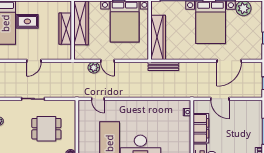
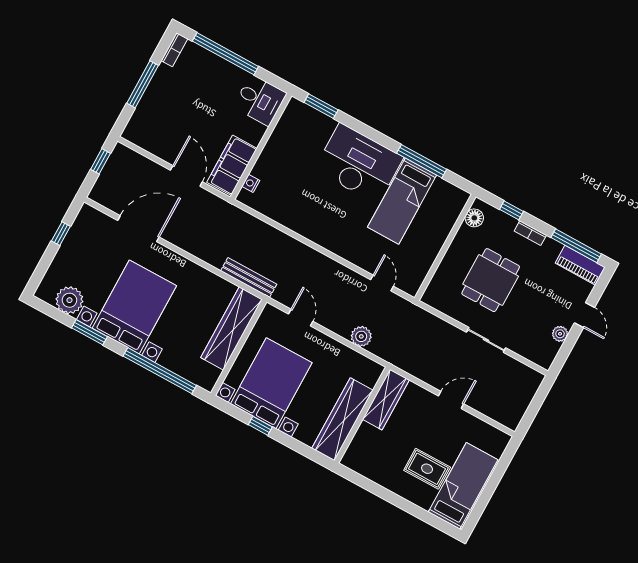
wardrobe: (65, 29) -> (386, 400), moved
door: (107, 61) -> (301, 318), moved
filing cabinet: (201, 128) -> (232, 165), moved
dining table: (46, 129) -> (491, 280), turned 90

